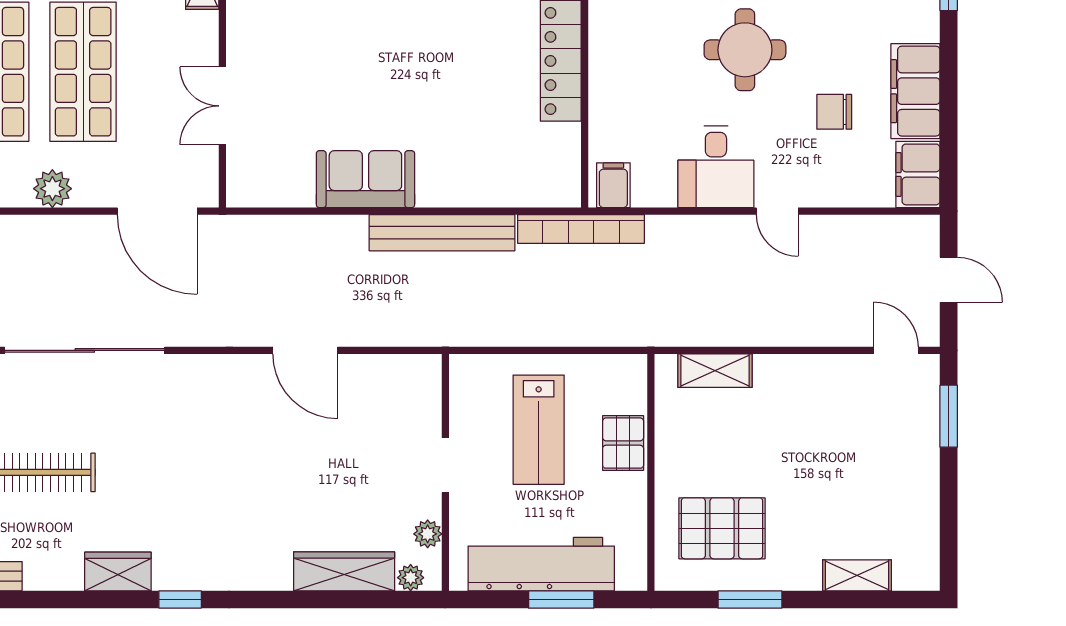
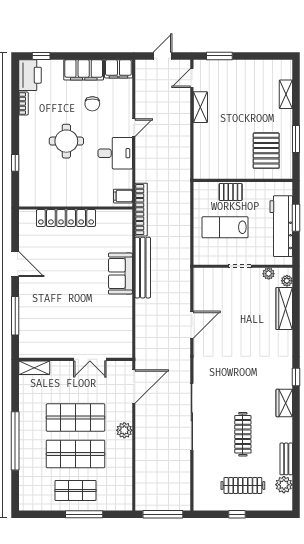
sofa: (365, 179) -> (120, 274), moved
shelving: (715, 371) -> (200, 107), moved
lab bench: (539, 430) -> (225, 227), turned 180

